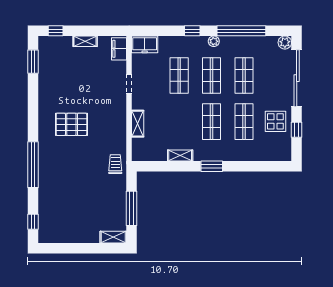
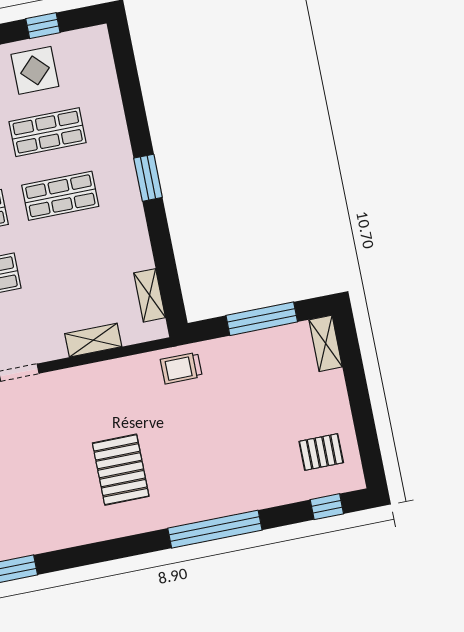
shelving: (180, 156) -> (150, 295), moved
pallet: (60, 224) -> (321, 452), added

